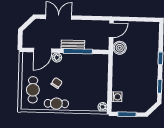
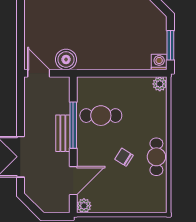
door: (43, 50) -> (73, 181), hinge flipped
plant: (57, 58) -> (84, 206), moved
cafe table: (33, 90) -> (101, 116), moved
washing machine: (117, 97) -> (159, 62), moved

